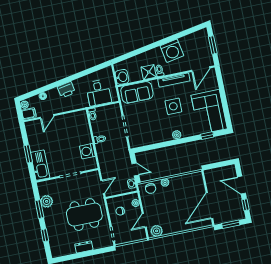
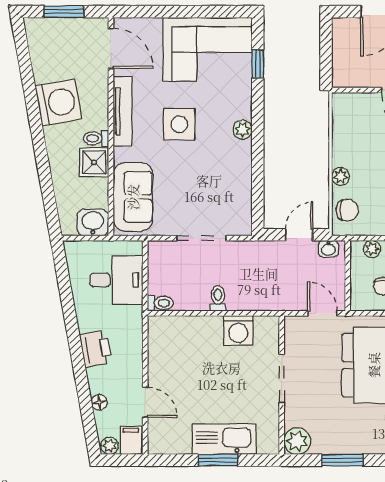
kitchen sink: (40, 165) -> (224, 439), moved
plant: (47, 201) -> (297, 441), moved

